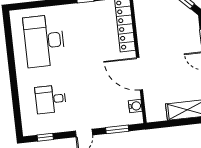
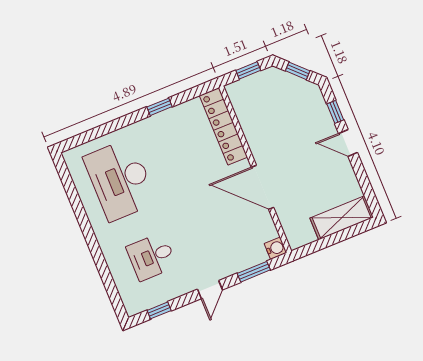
water cooler: (135, 106) -> (276, 248), moved

